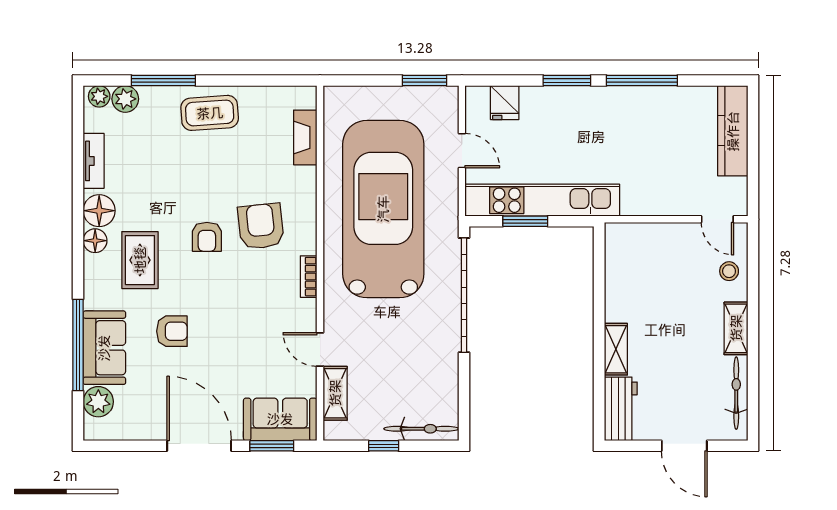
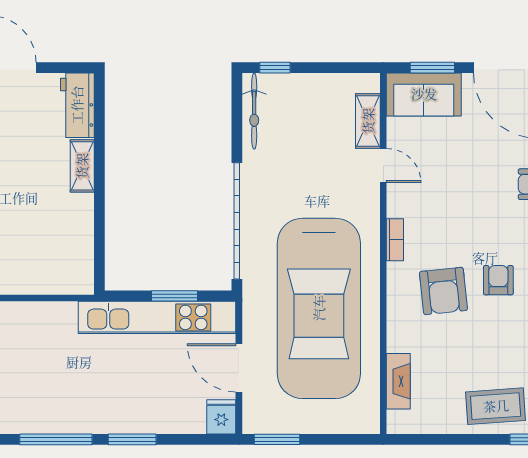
fridge: (505, 103) -> (221, 417), moved
door: (462, 151) -> (239, 368), width x1.38
bicycle: (421, 429) -> (254, 111), moved, turned -90
window: (384, 446) -> (275, 68), moved

